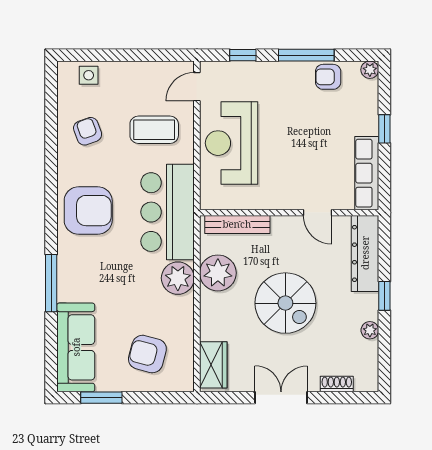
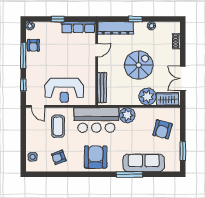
plant: (218, 273) -> (147, 97), moved
sofa: (76, 347) -> (144, 163), moved
double door: (281, 398) -> (183, 78), moved

